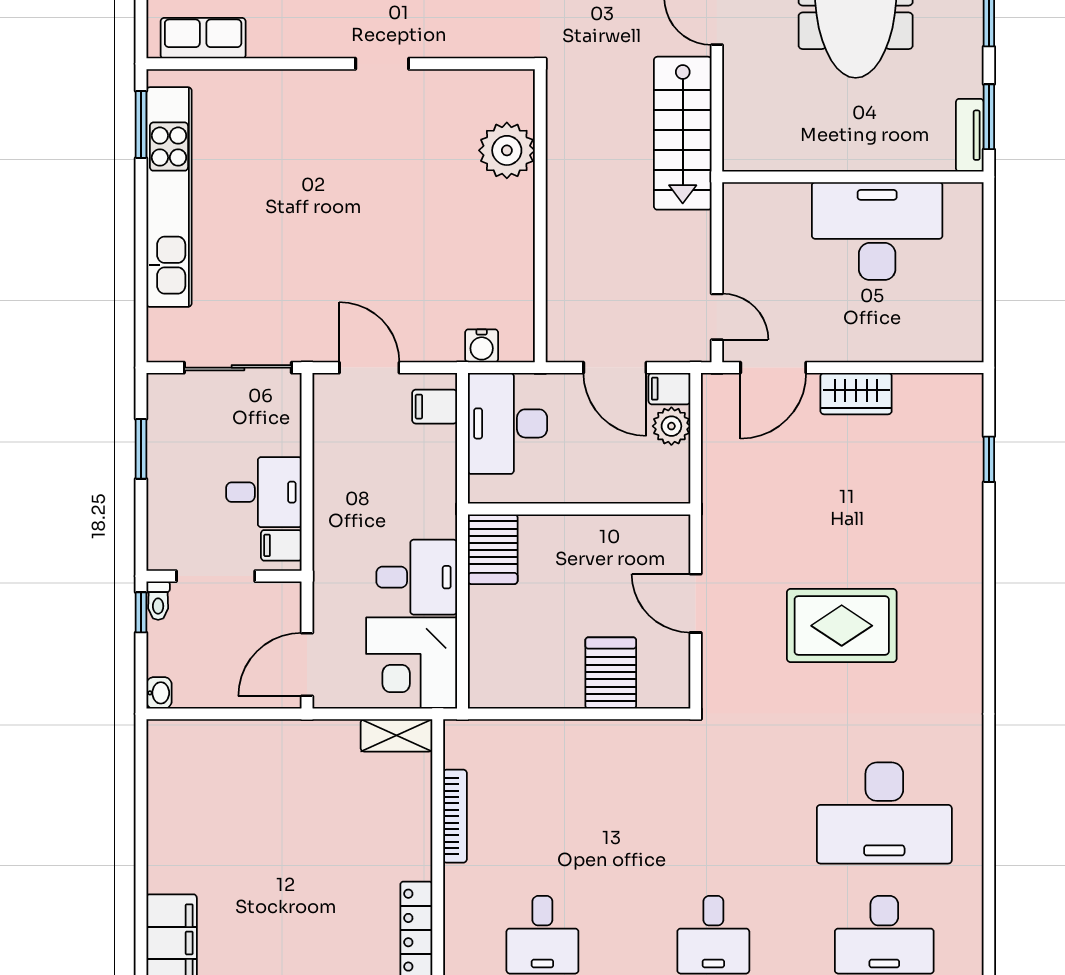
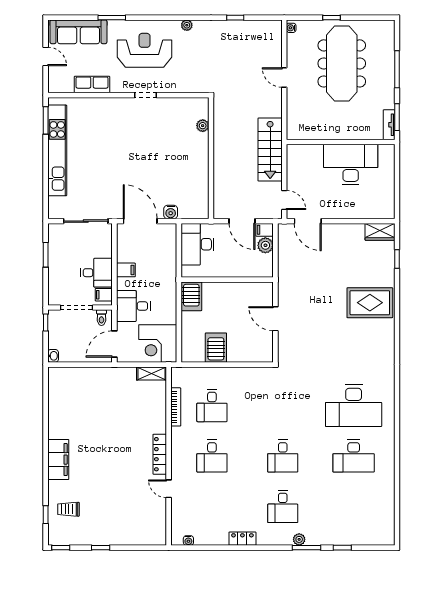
row of seats: (203, 38) -> (92, 85), moved
stairs: (683, 133) -> (270, 150), moved
plant: (507, 150) -> (203, 126), width x0.53, depth x0.53
water cooler: (482, 346) -> (171, 212), moved
door: (369, 368) -> (140, 221), width x1.36
door: (773, 368) -> (308, 221), hinge flipped
wardrobe: (856, 394) -> (380, 232), moved
filing cabinet: (435, 407) -> (126, 270), moved, turned 180
desk: (417, 577) -> (133, 306), moved, turned 180
toilet: (158, 601) -> (101, 318), moved
rug: (842, 626) -> (370, 303), moved
server rack: (611, 673) -> (216, 348), moved
desk: (542, 813) -> (212, 406), added

